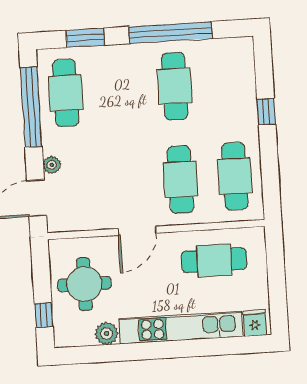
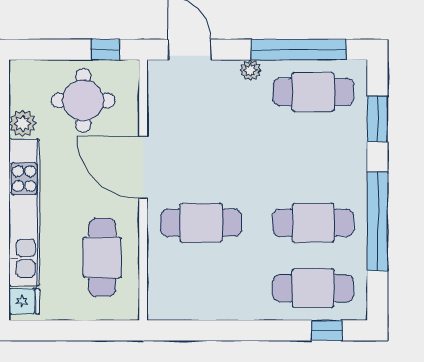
window: (266, 112) -> (327, 330), moved
plant: (52, 165) -> (250, 70), moved
cafe table: (235, 176) -> (313, 288), moved
door: (137, 231) -> (143, 167), width x1.36
window: (44, 315) -> (105, 50), moved

